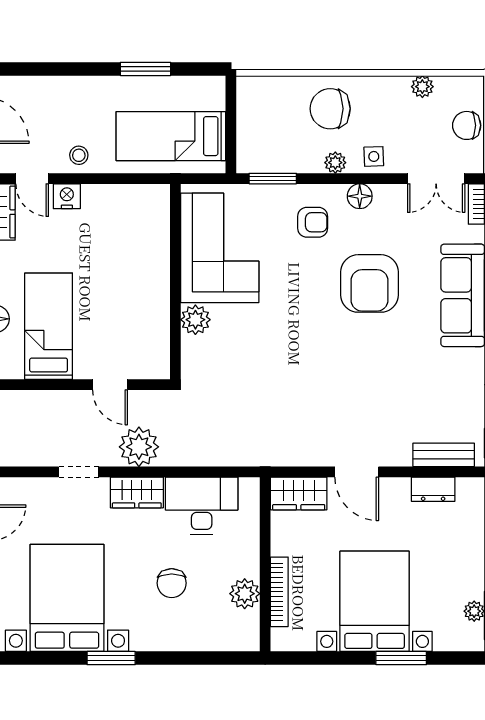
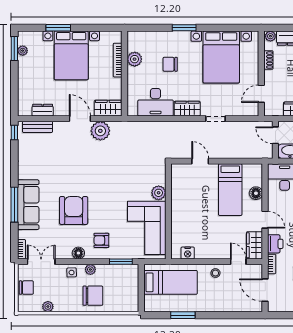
nightstand: (67, 196) -> (188, 253), moved
plant: (139, 447) -> (100, 131), moved
chair: (172, 583) -> (170, 64), turned -90
window: (111, 658) -> (184, 28), moved

